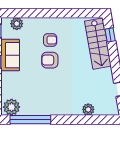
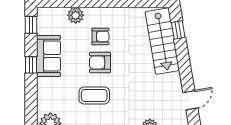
plant: (17, 24) -> (76, 15), moved
coffee table: (45, 86) -> (94, 96), added

